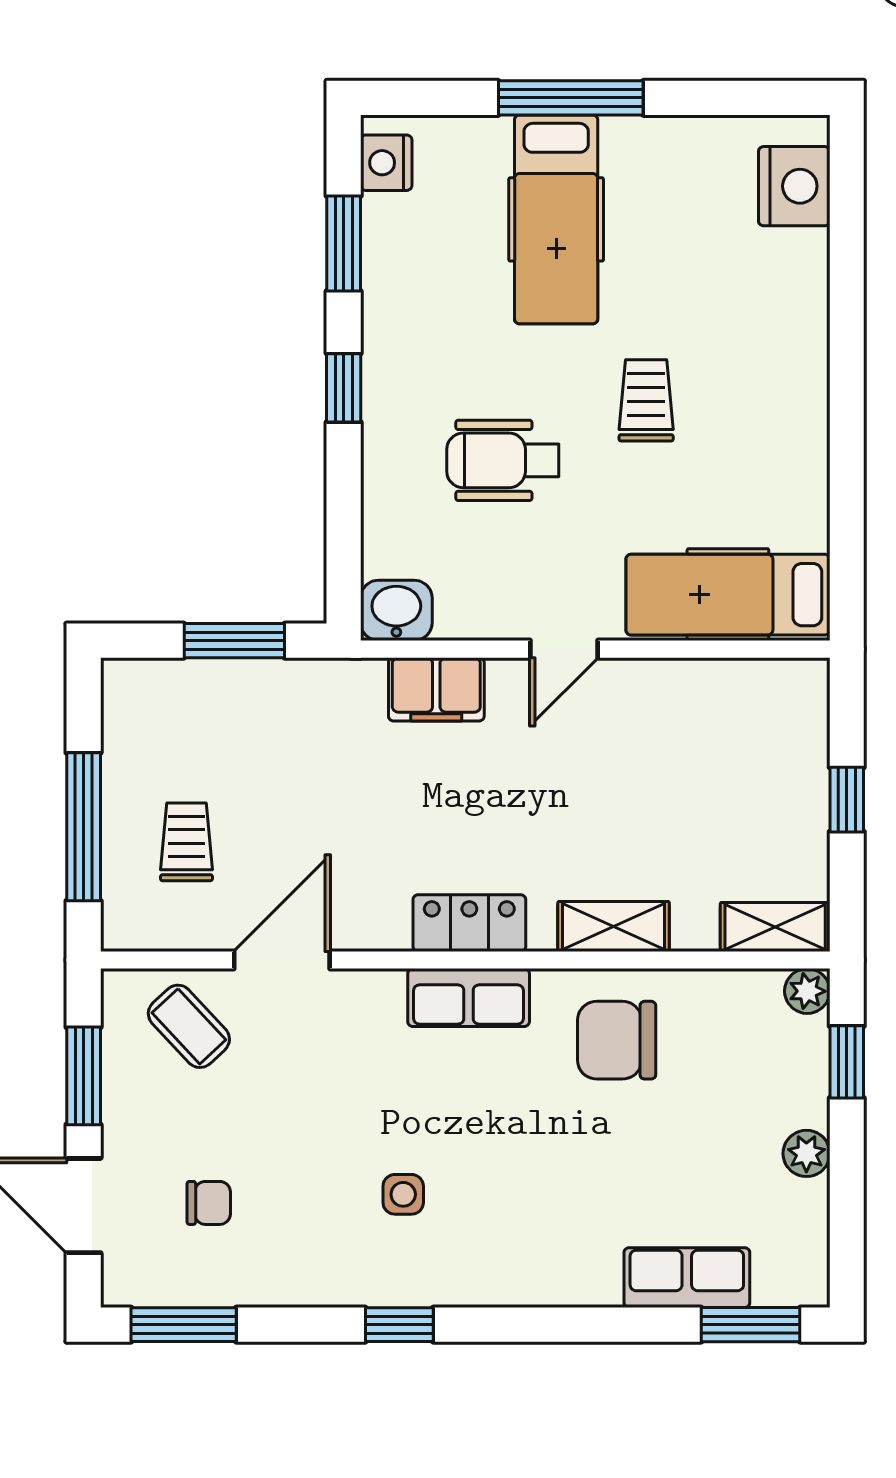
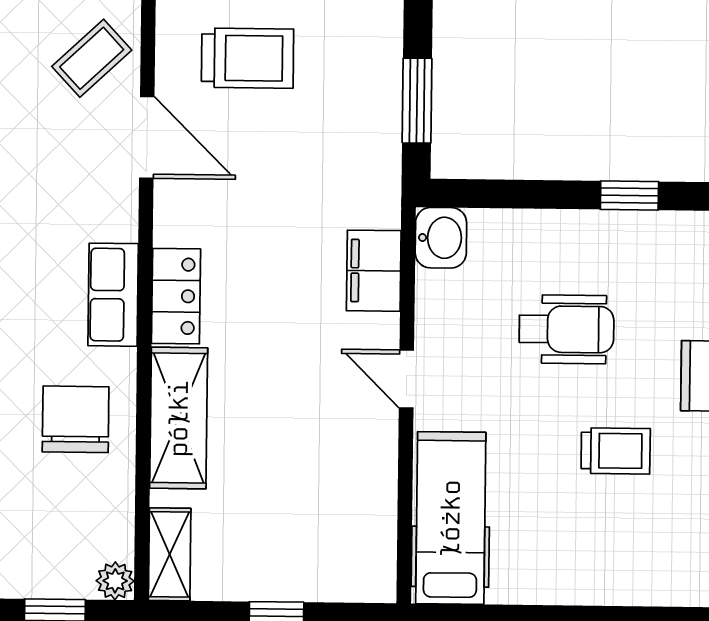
wheelchair: (503, 460) -> (566, 329), turned 90
trolley: (186, 842) -> (248, 58), width x1.36, depth x1.39
shelving: (614, 926) -> (179, 418), width x1.50, depth x1.33

